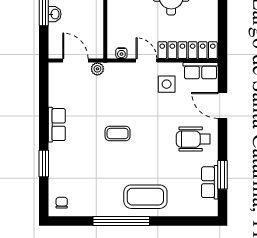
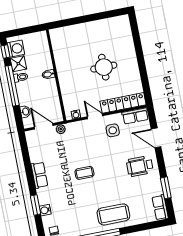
washbasin: (55, 14) -> (25, 112), moved
water cooler: (55, 173) -> (45, 210), added
row of seats: (210, 182) -> (160, 207), moved

